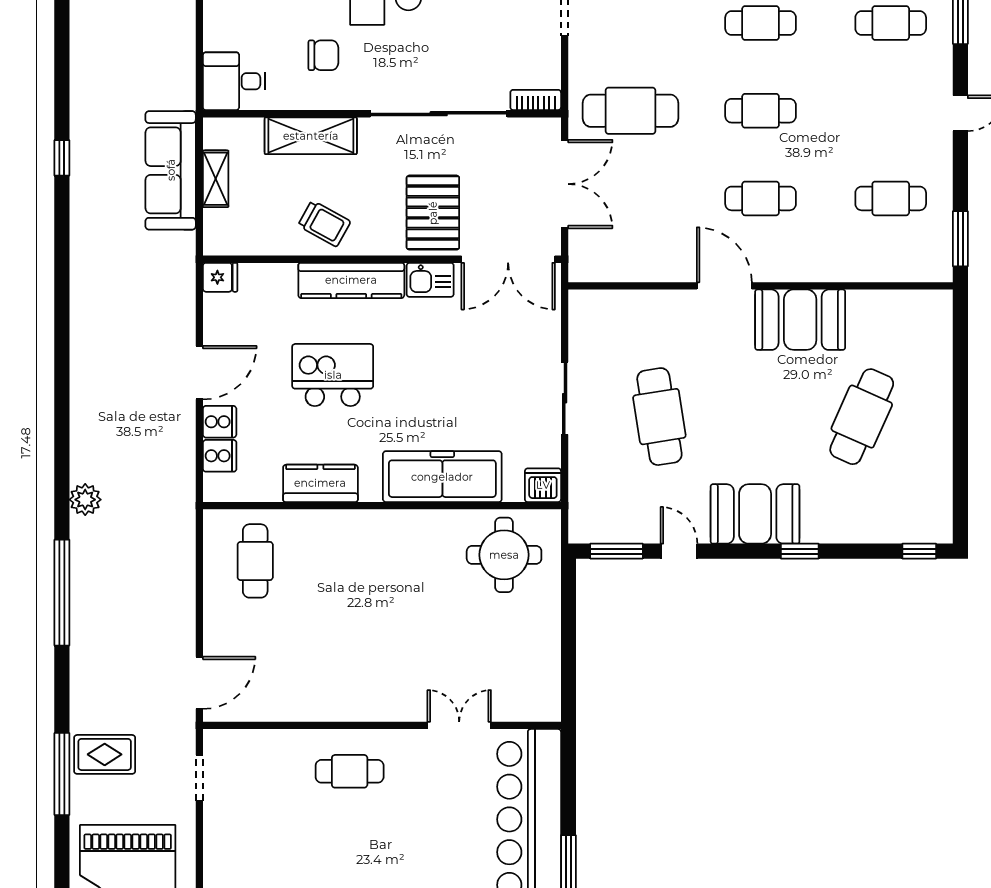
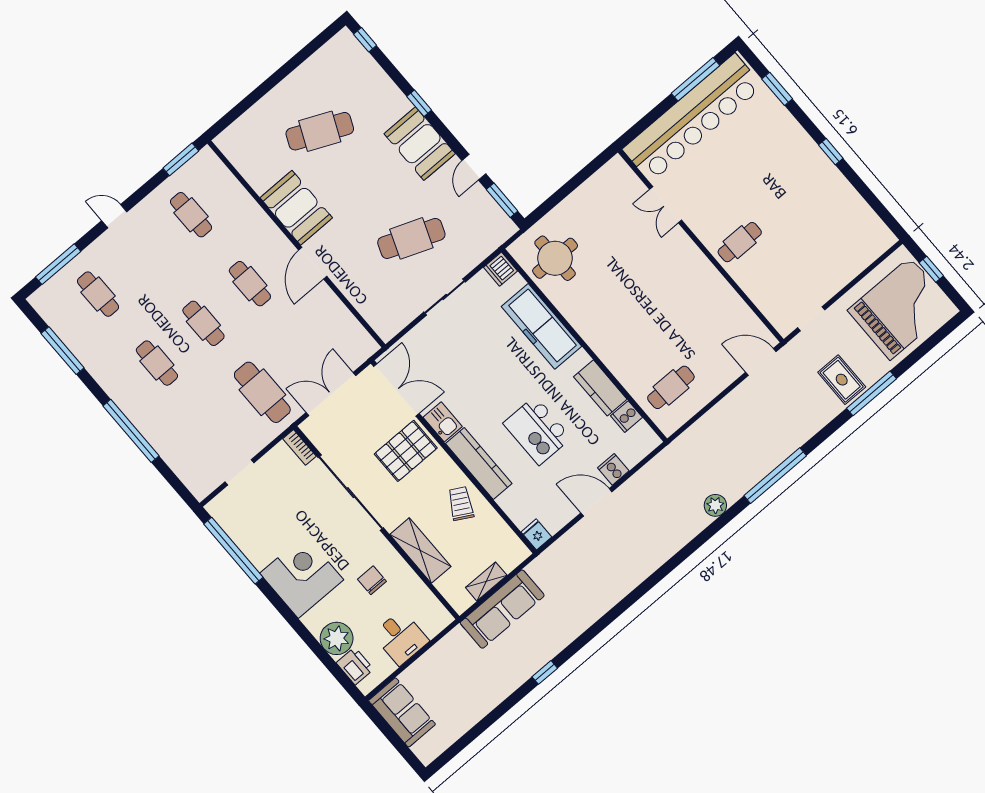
desk: (234, 81) -> (401, 638), moved
cafe table: (659, 417) -> (411, 238), turned 30
cooker: (220, 456) -> (626, 417), moved, turned -90
cafe table: (350, 771) -> (740, 242), turned 90

